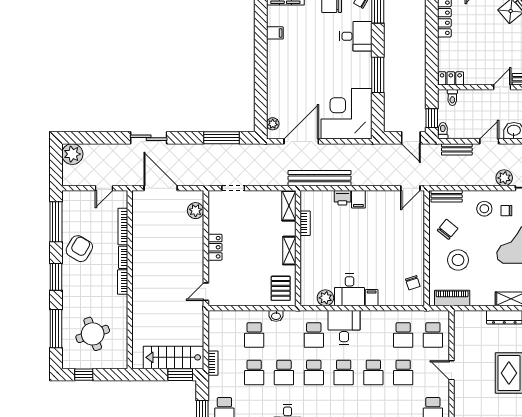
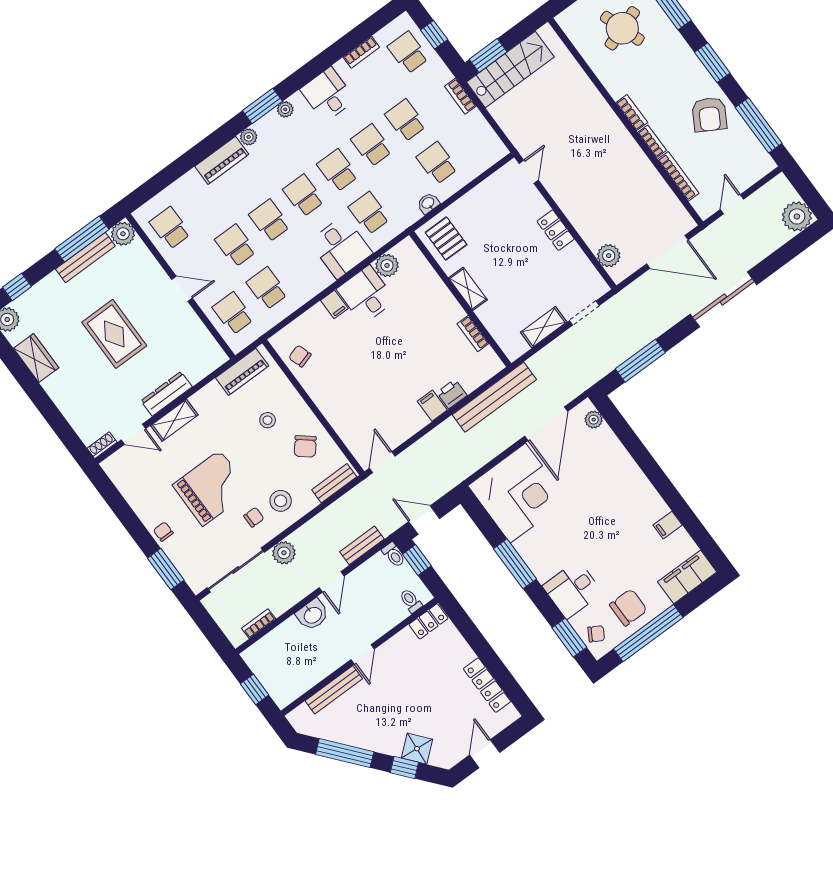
sliding door: (149, 138) -> (723, 299), width x1.37
shelving: (289, 206) -> (544, 327), moved, turned 90
stool: (458, 260) -> (268, 420), width x0.53, depth x0.53

